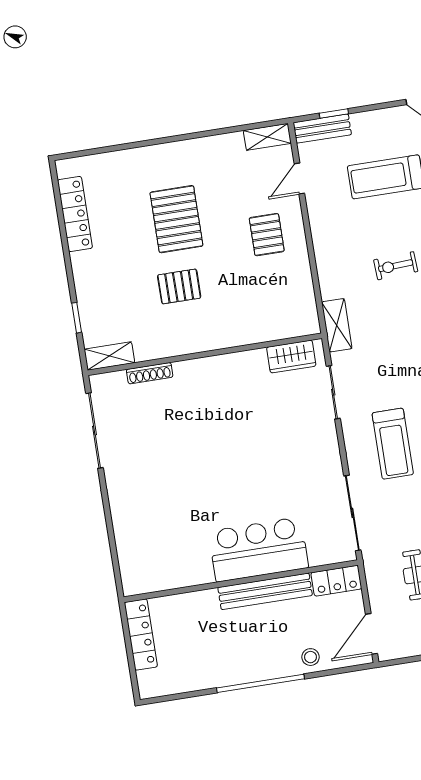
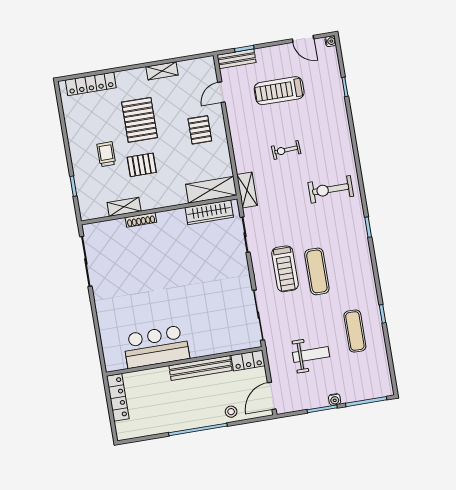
shelving: (267, 137) -> (162, 71), moved
locker: (75, 214) -> (91, 84), moved, turned 90
trolley: (126, 270) -> (106, 154), added
shelving: (283, 325) -> (211, 190), added
shelving: (109, 356) -> (124, 207), moved
wardrobe: (291, 357) -> (209, 212), width x1.50
shoe rack: (150, 373) -> (141, 220), moved
bar counter: (258, 549) -> (156, 347), moved

